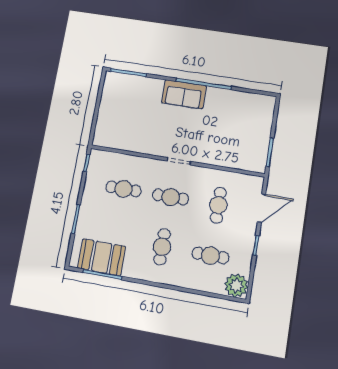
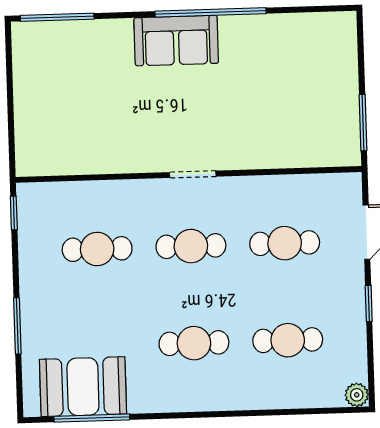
cafe table: (218, 205) -> (285, 243), turned 90
cafe table: (162, 247) -> (194, 343), turned 90
plant: (236, 285) -> (357, 395), width x0.53, depth x0.53

